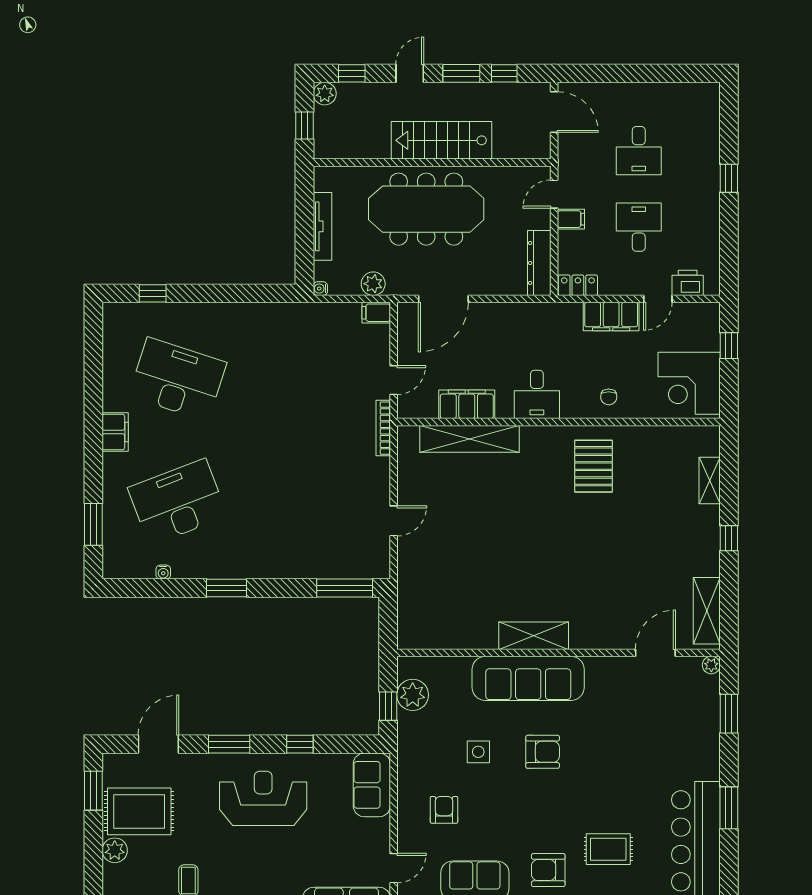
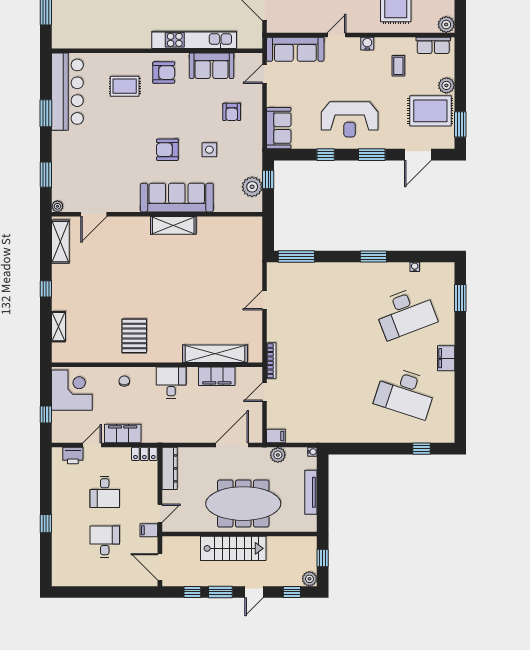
filing cabinet: (571, 219) -> (149, 530), moved

